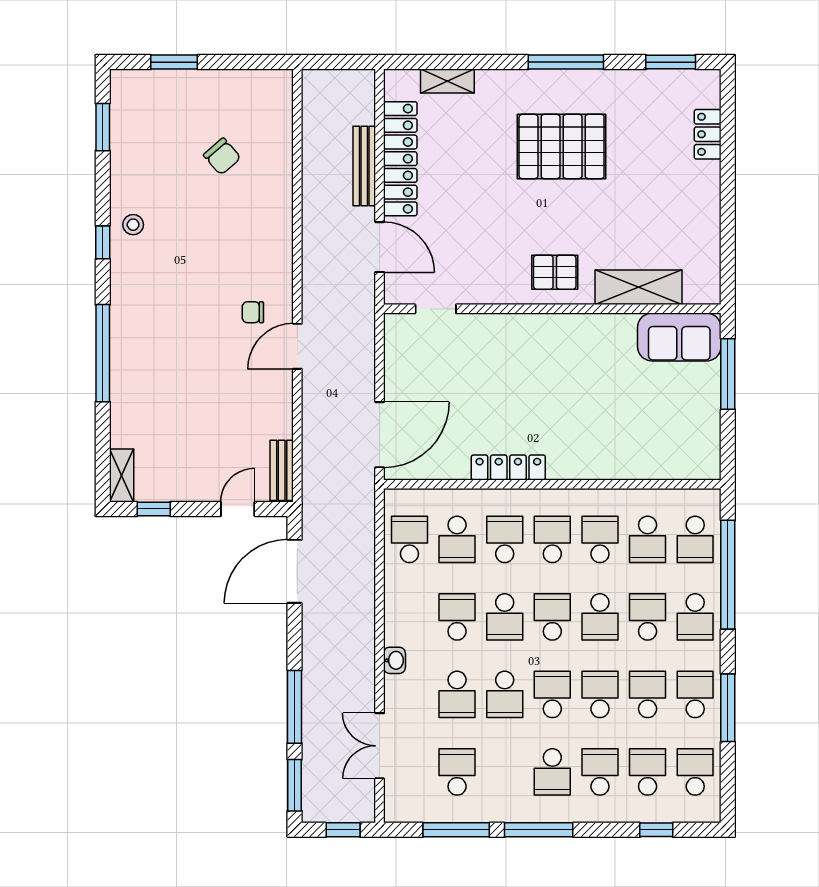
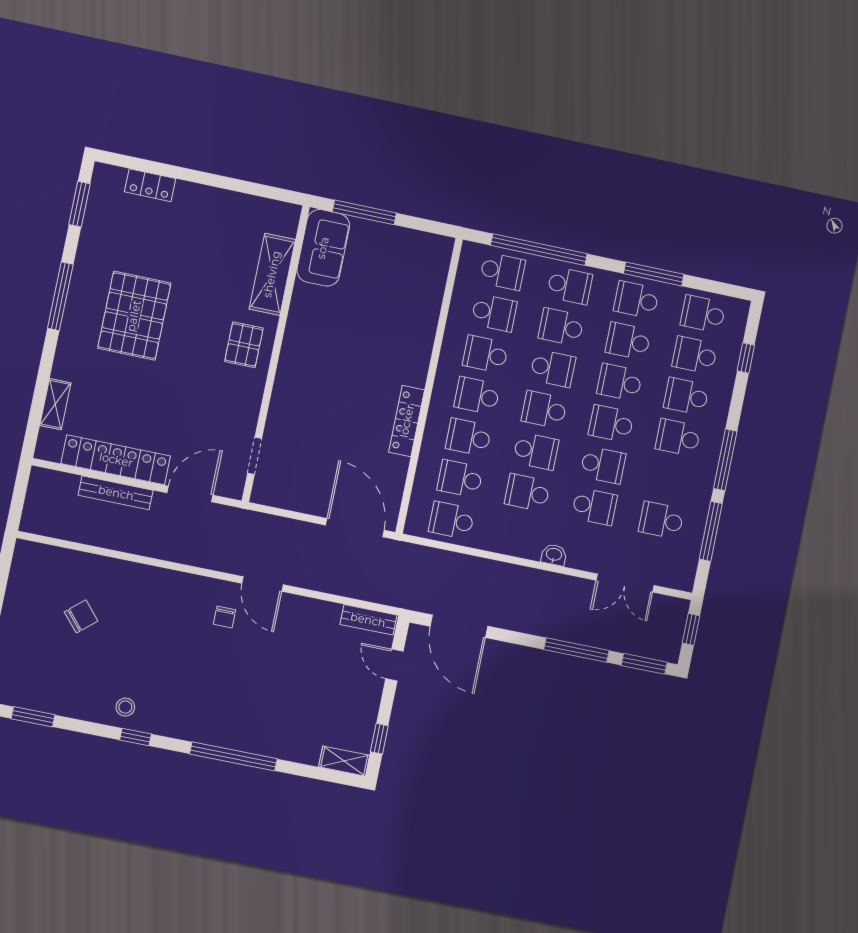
school desk: (457, 539) -> (460, 479), turned 180
school desk: (552, 772) -> (678, 438), turned 180

